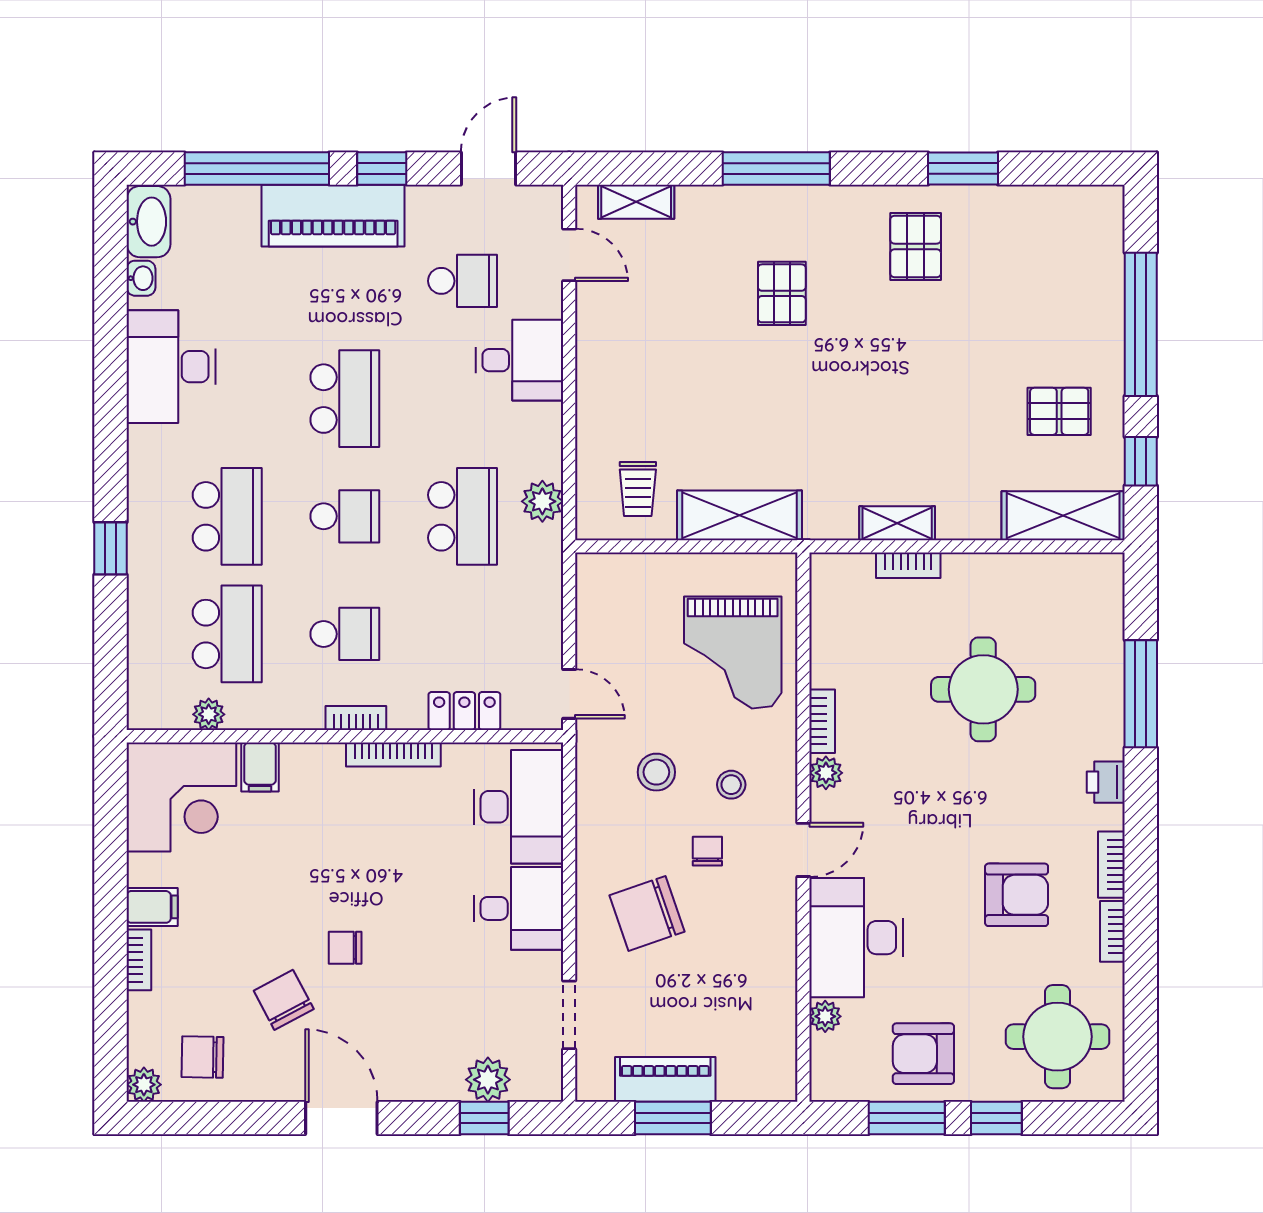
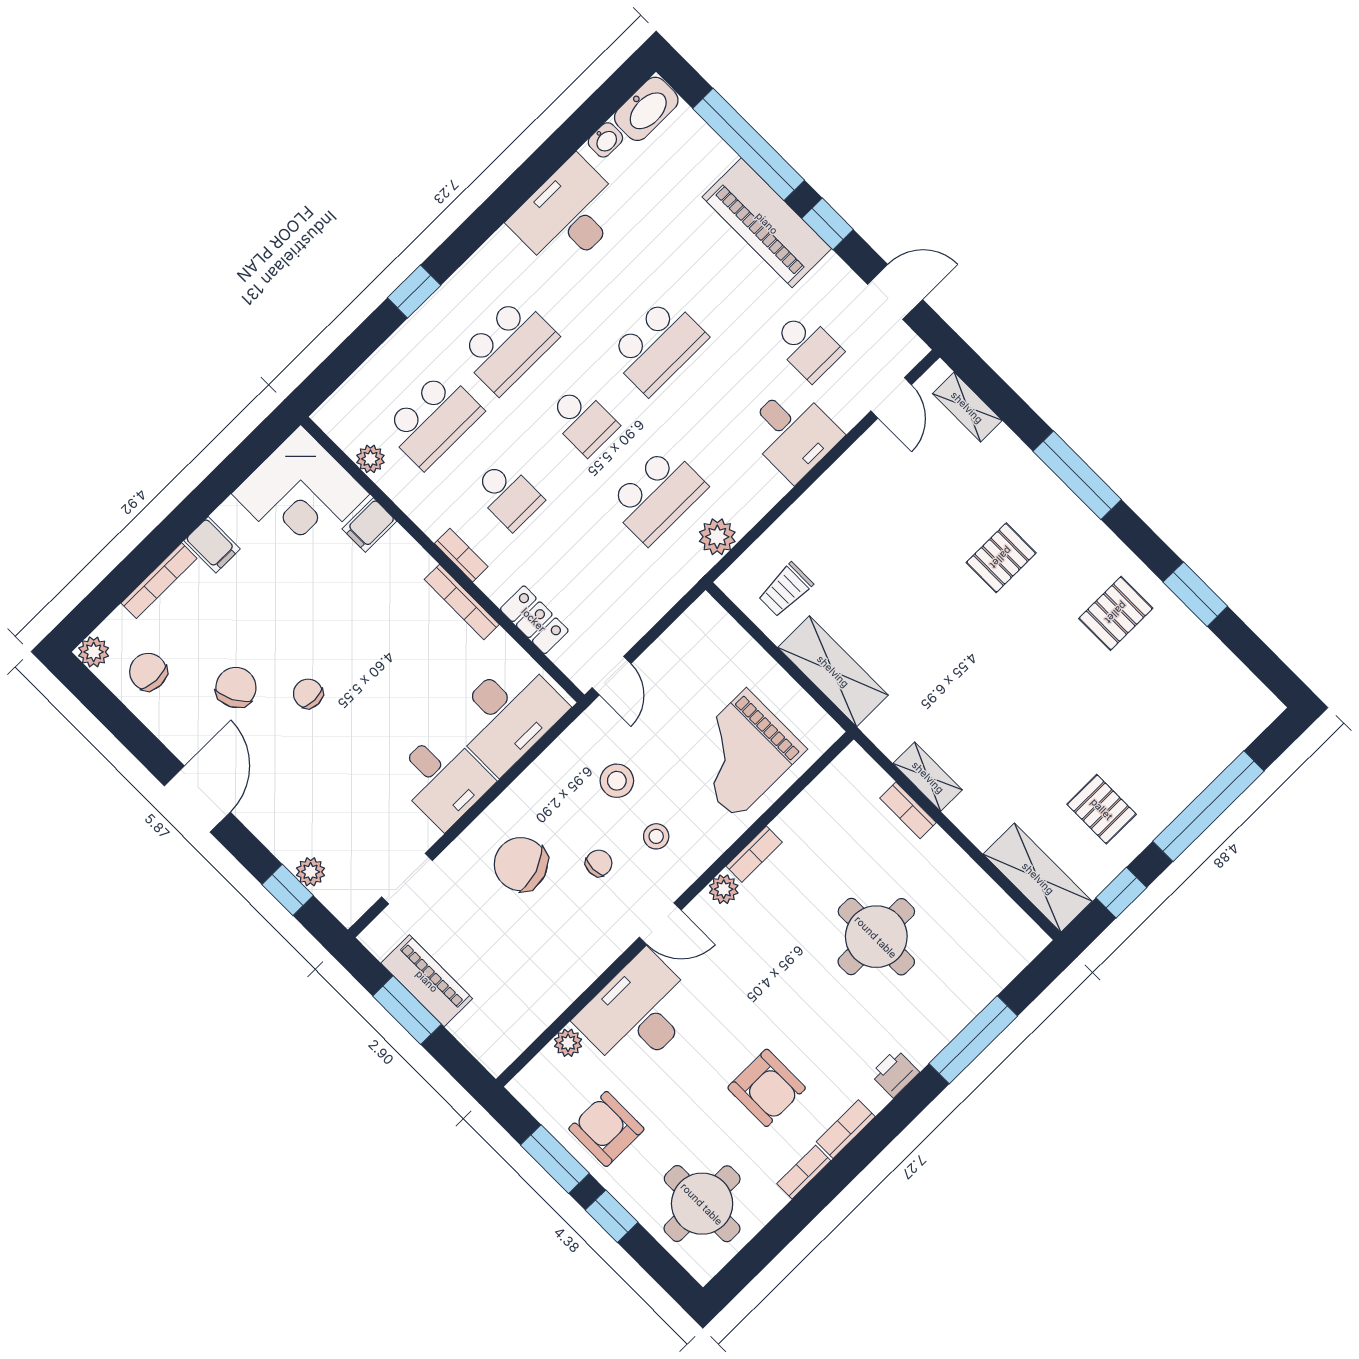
bookcase: (139, 960) -> (159, 581), width x1.56
plant: (488, 1080) -> (311, 872), width x0.73, depth x0.73

